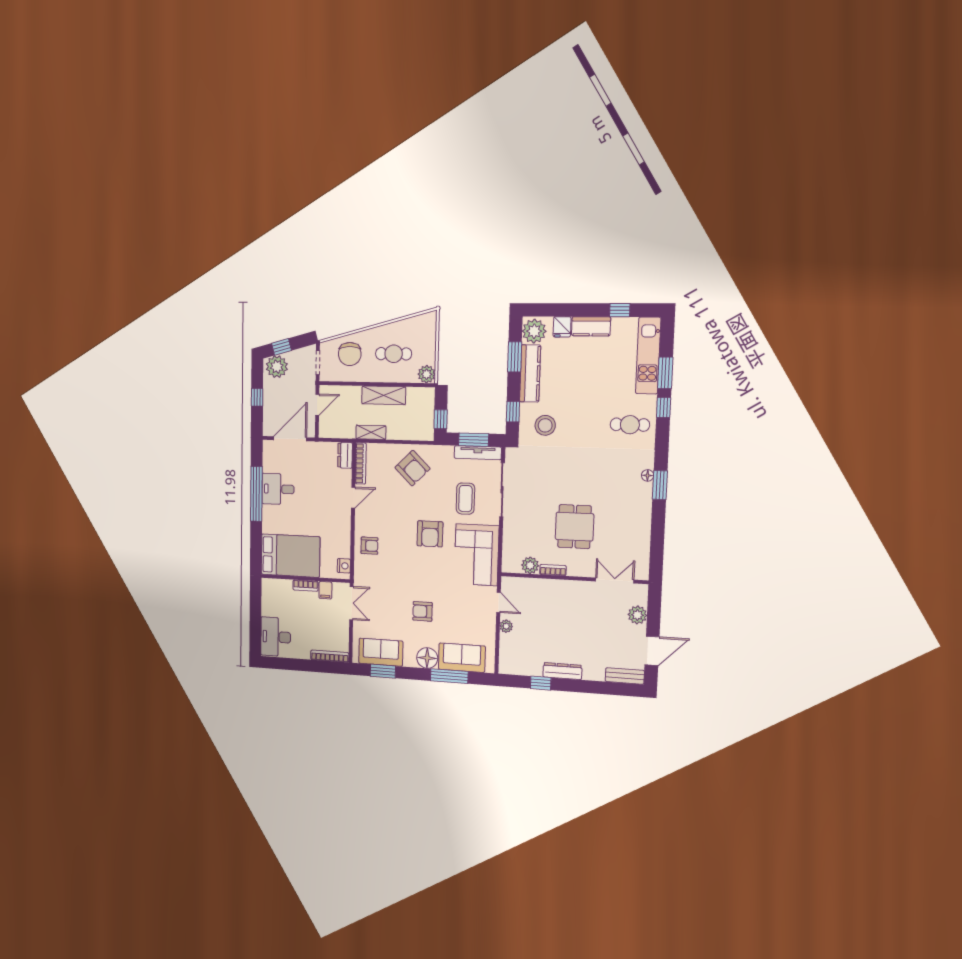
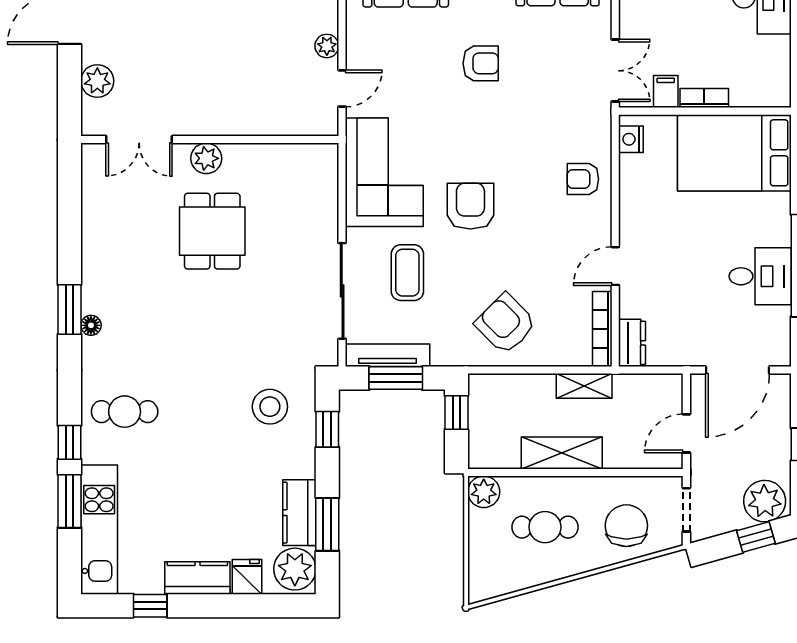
kitchen counter: (530, 373) -> (299, 513), width x0.67
plant: (530, 565) -> (206, 158), moved
bookcase: (553, 570) -> (247, 152), removed
door: (498, 602) -> (342, 88), swing flipped
double door: (351, 603) -> (615, 71), swing flipped

